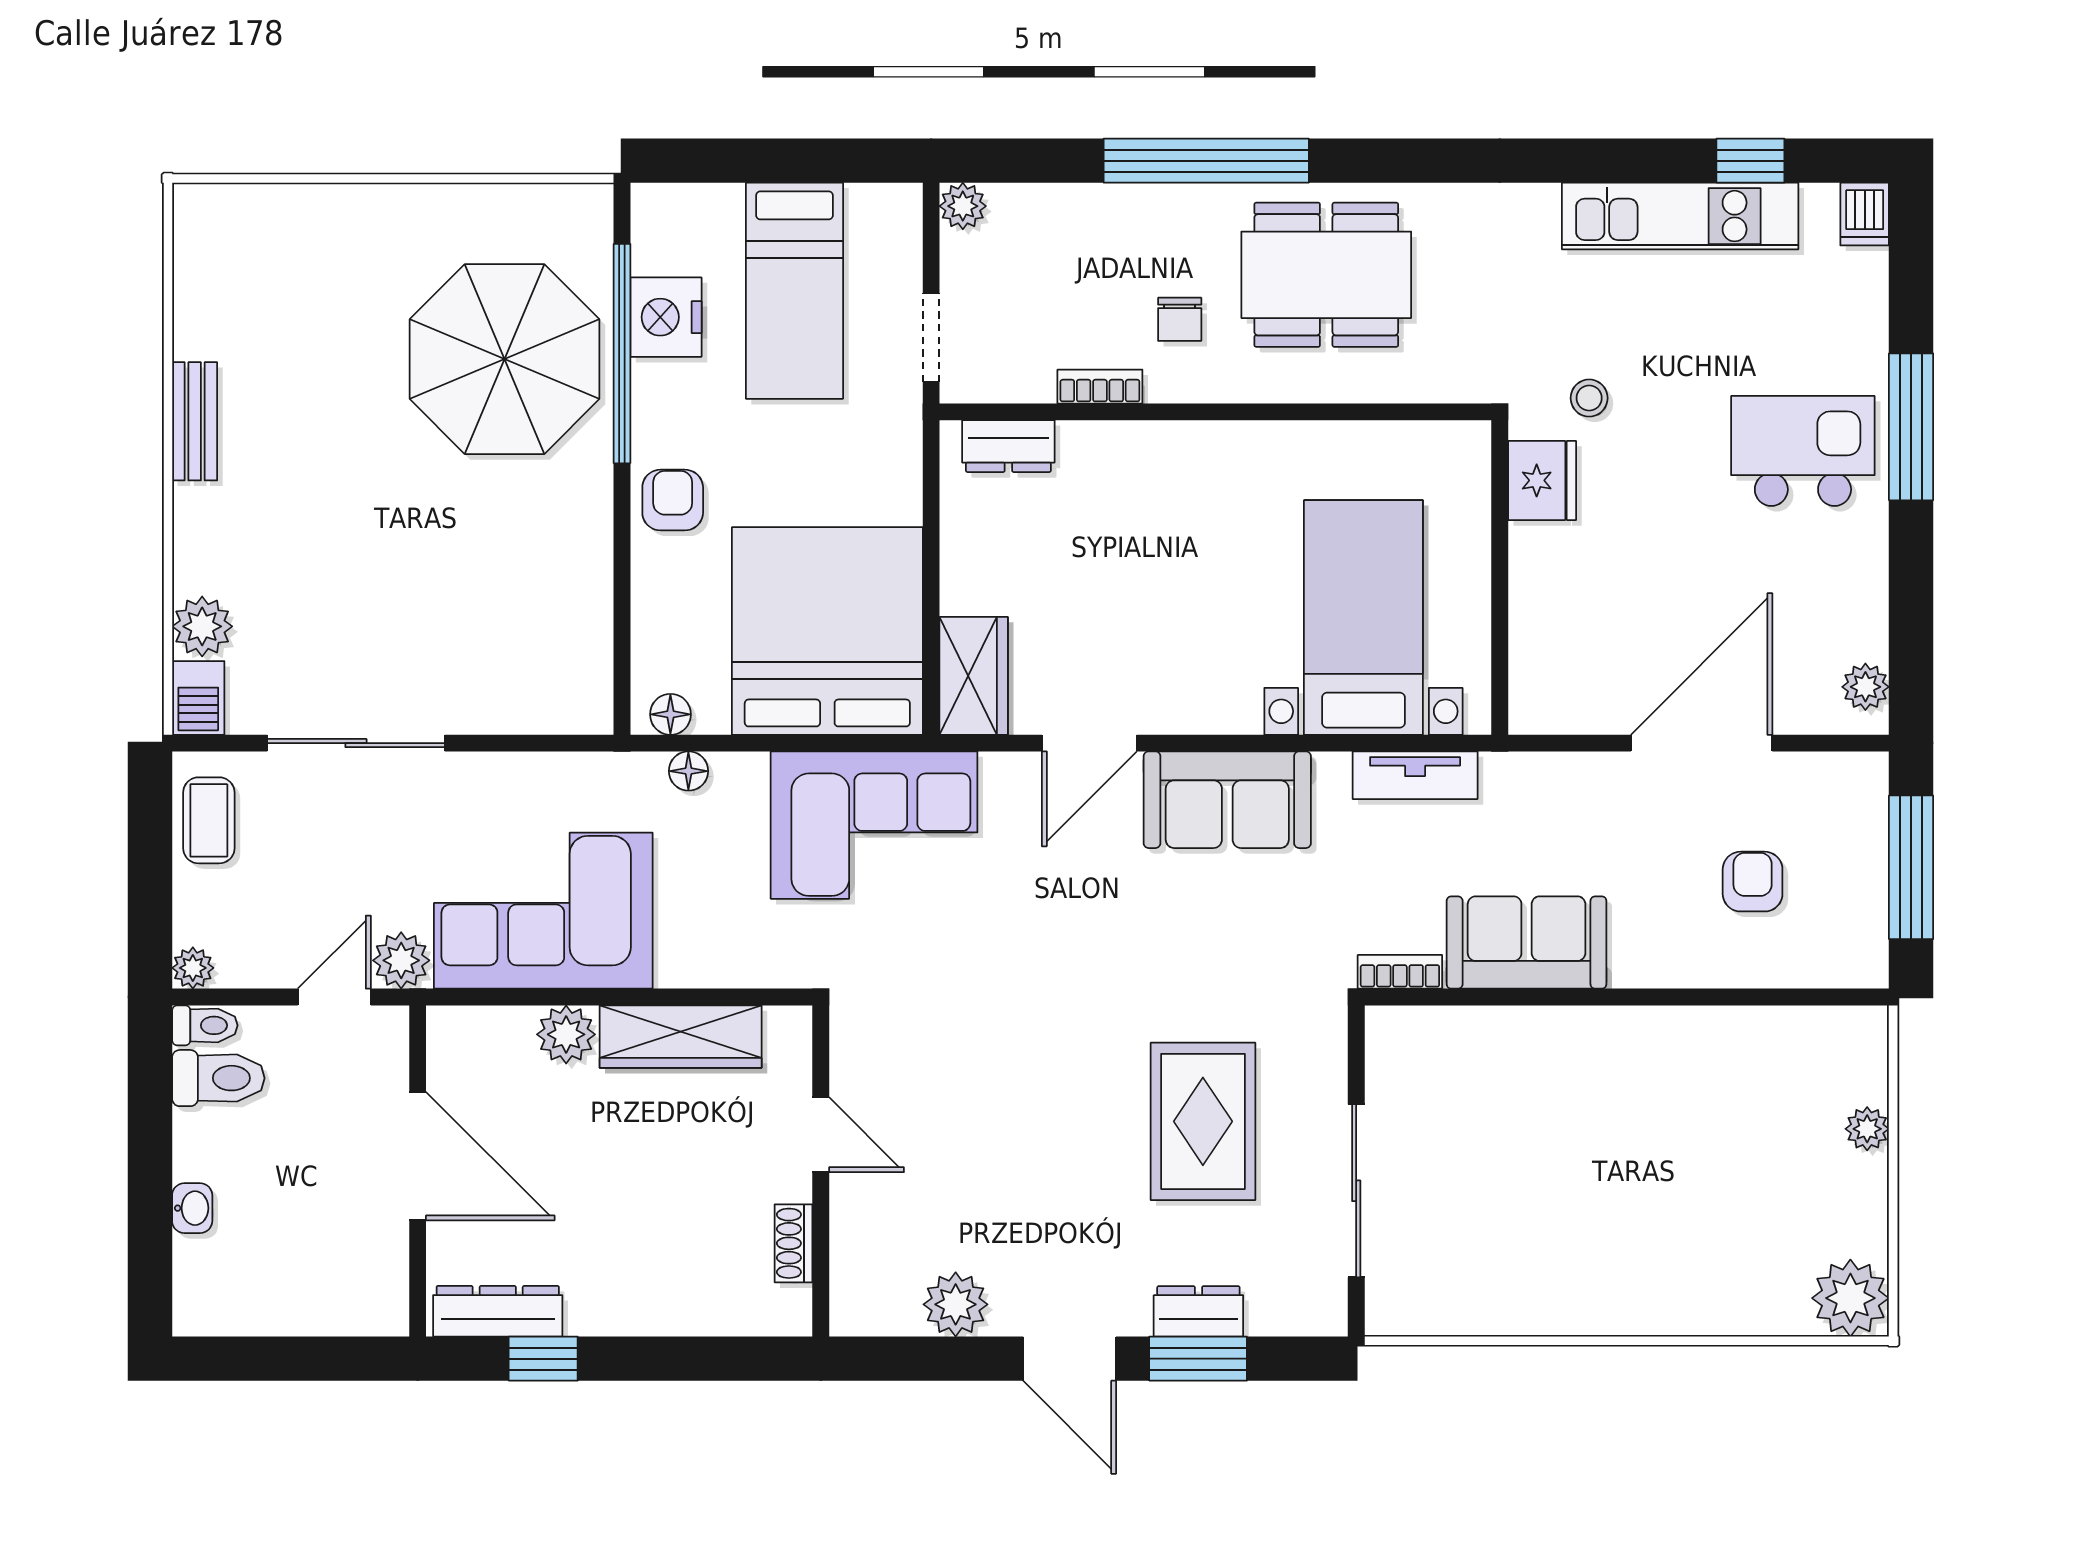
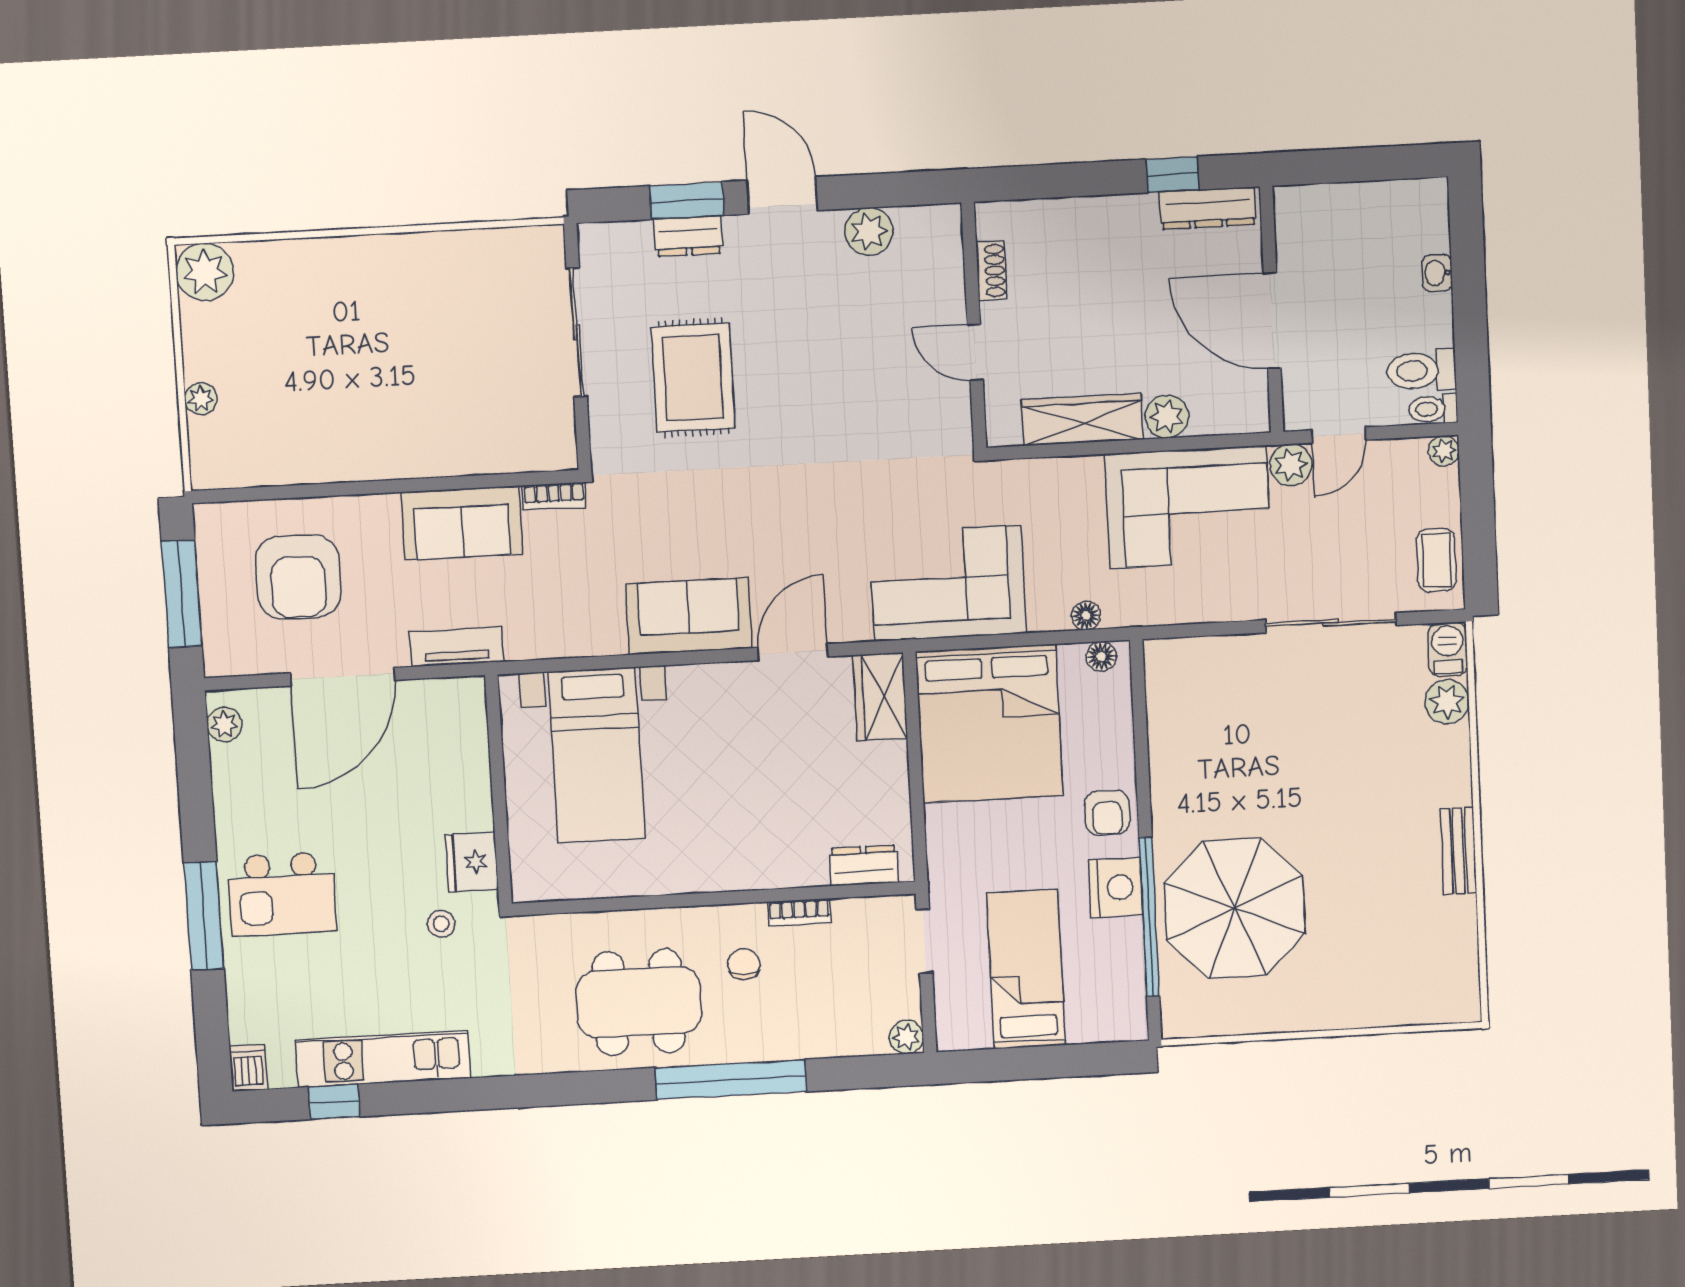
nightstand: (666, 317) -> (1116, 887), moved
tv unit: (1415, 775) -> (457, 647), moved
armchair: (1753, 882) -> (298, 577), width x1.88, depth x1.88

